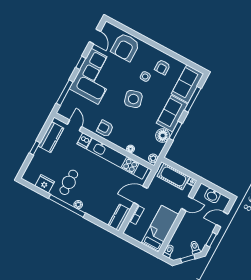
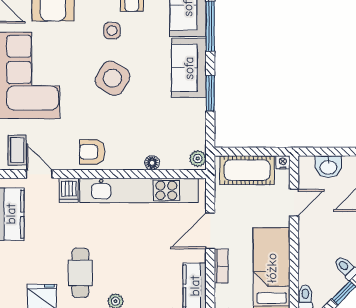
side table: (133, 99) -> (112, 78), turned 45
coffee table: (70, 109) -> (17, 150), added
floor lamp: (163, 136) -> (193, 112), removed

